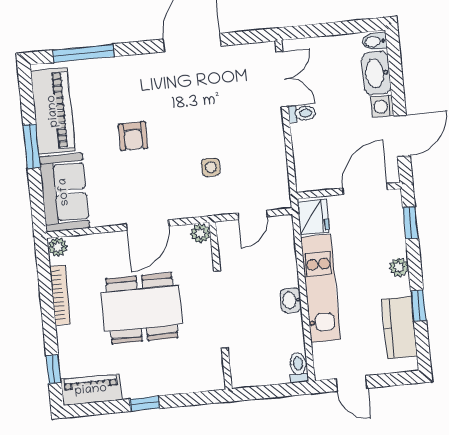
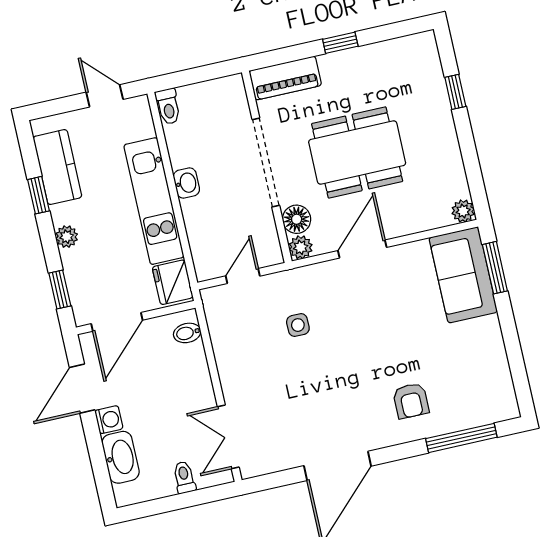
bidet: (374, 41) -> (187, 333), moved, turned 180
piano: (53, 111) -> (488, 367), removed
toilet: (302, 114) -> (184, 477), moved, turned 90
armchair: (133, 136) -> (411, 401), moved, turned 180
window: (32, 146) -> (495, 268), moved
floor lamp: (201, 258) -> (297, 219), added
bookcase: (60, 295) -> (453, 156), removed
window: (54, 369) -> (455, 92), moved
piano: (91, 390) -> (285, 78), moved

